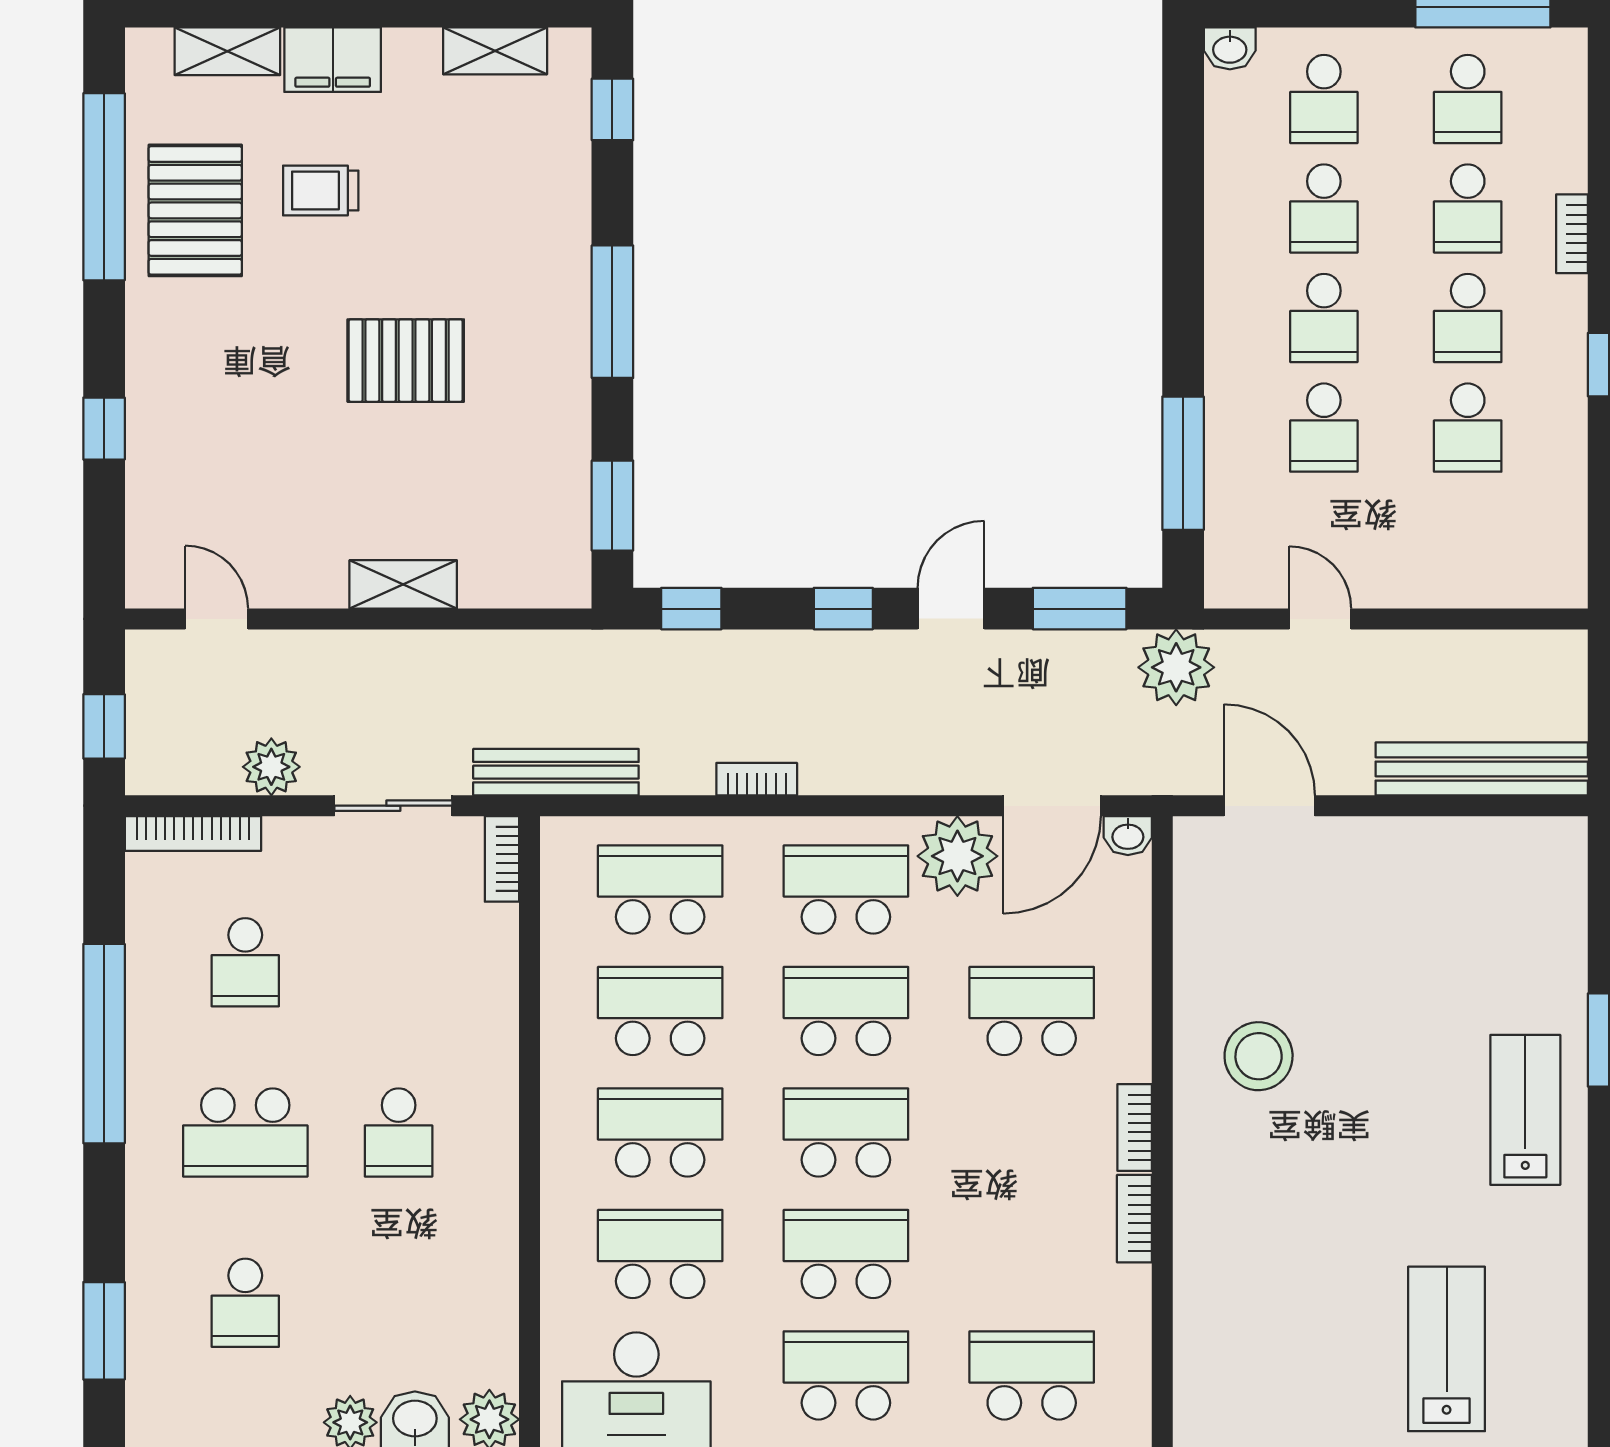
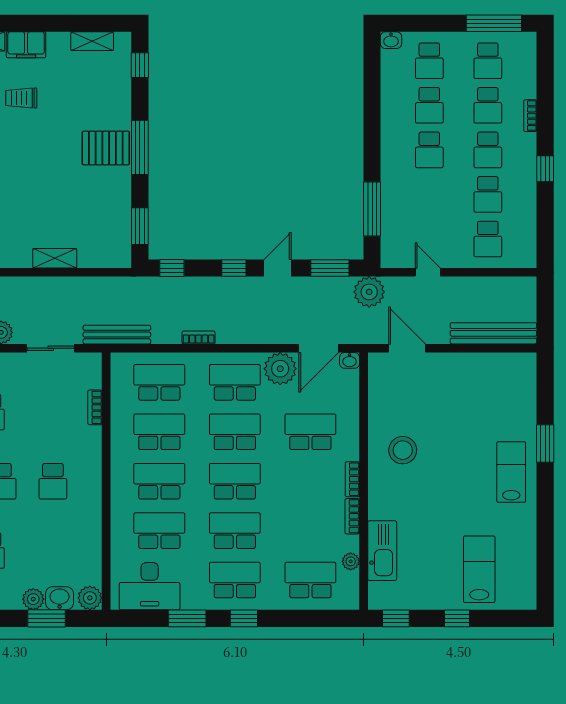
pallet: (406, 361) -> (106, 148), moved
school desk: (1324, 428) -> (488, 239), moved
bookcase: (502, 859) -> (95, 407), moved
kitchen sink: (1208, 1303) -> (382, 551), added
plant: (1131, 1330) -> (351, 561), added

